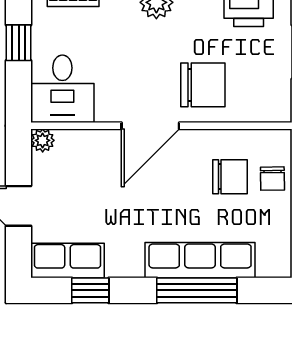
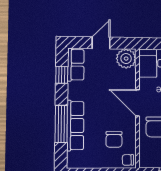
plant: (43, 140) -> (126, 59), width x1.88, depth x1.88
chair: (272, 179) -> (128, 160), moved

